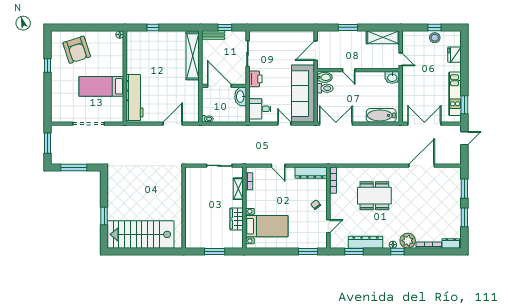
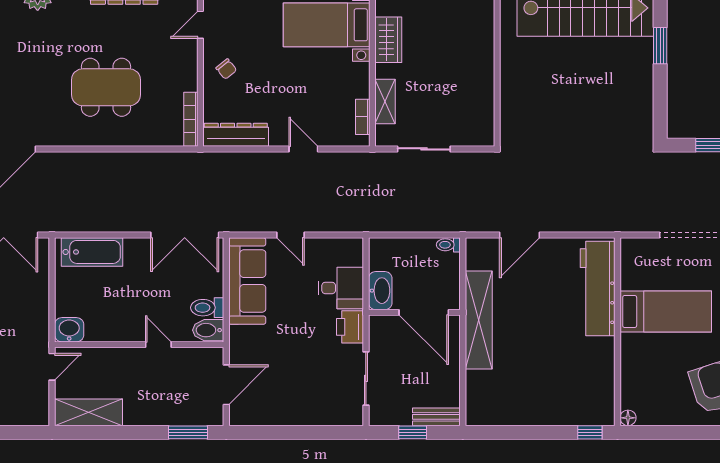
window: (153, 27) -> (590, 432), moved
window: (348, 27) -> (188, 432), moved
shelving: (193, 56) -> (479, 320), moved
door: (401, 59) -> (52, 367), swing flipped
sofa: (303, 94) -> (247, 281), width x0.74, depth x0.79
desk: (260, 109) -> (341, 288), moved

